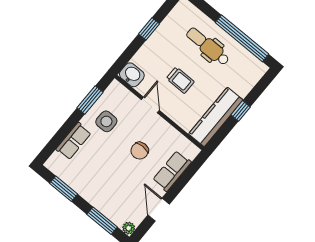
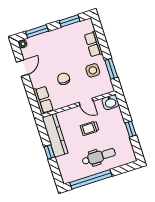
row of seats: (172, 171) -> (43, 100), moved
door: (159, 210) -> (23, 68), hinge flipped

